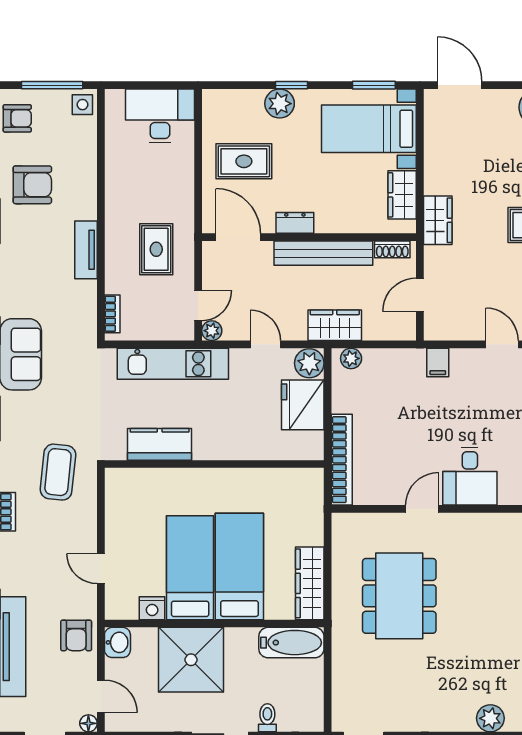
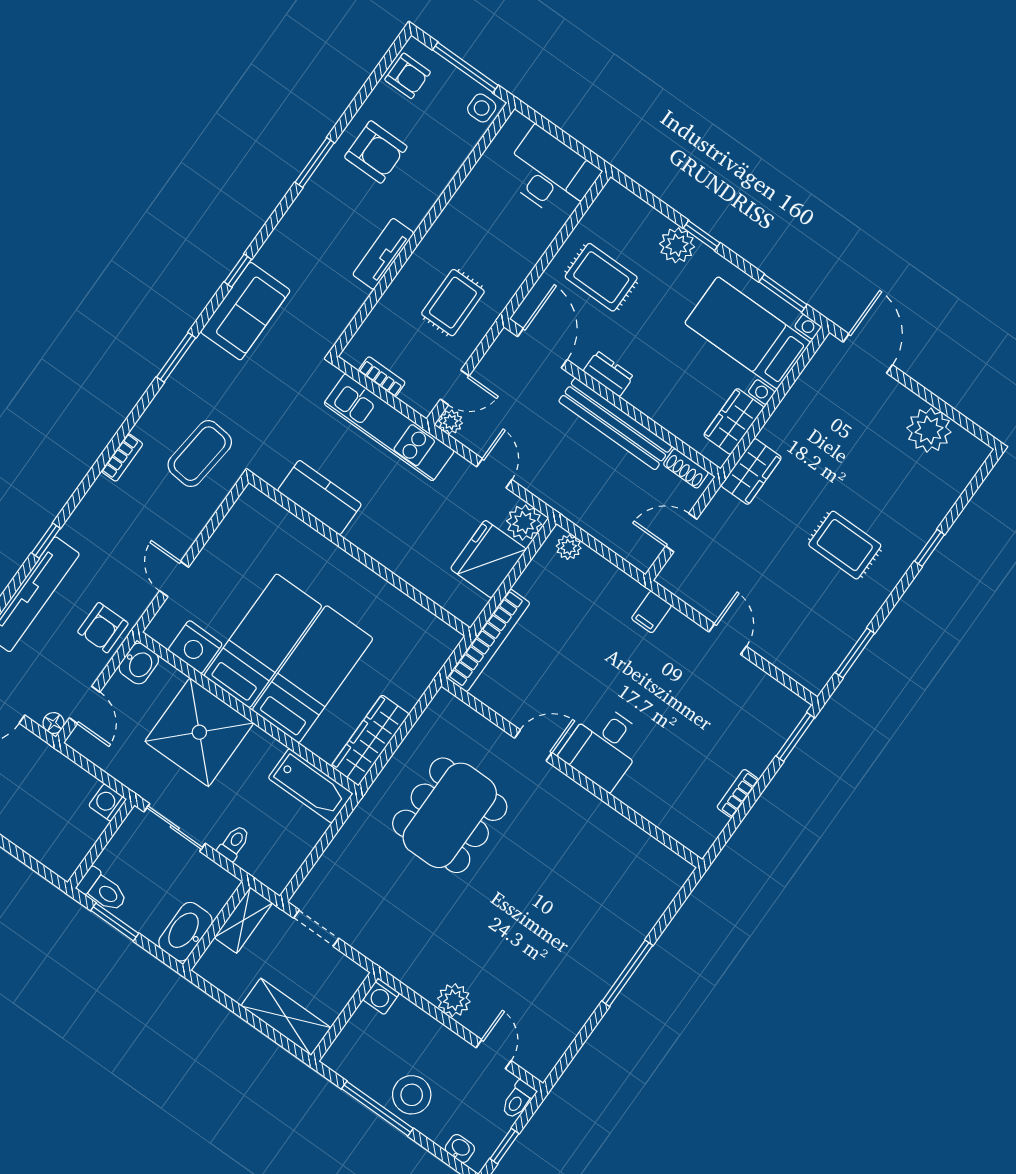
bookcase: (112, 314) -> (382, 377), moved, turned -90
wardrobe: (335, 325) -> (576, 503), removed
nightstand: (152, 608) -> (195, 647), width x1.36, depth x1.33

